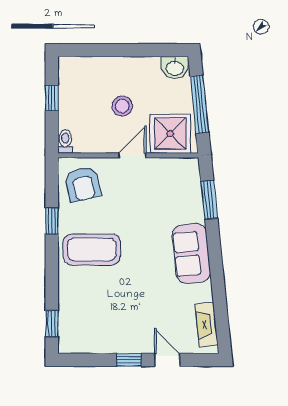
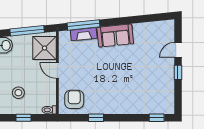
stool: (122, 106) -> (18, 93), moved
armchair: (83, 184) -> (74, 99), turned -77
window: (209, 200) -> (84, 25), width x1.44
coffee table: (92, 249) -> (113, 94), removed
fireplace: (206, 325) -> (84, 34), moved

